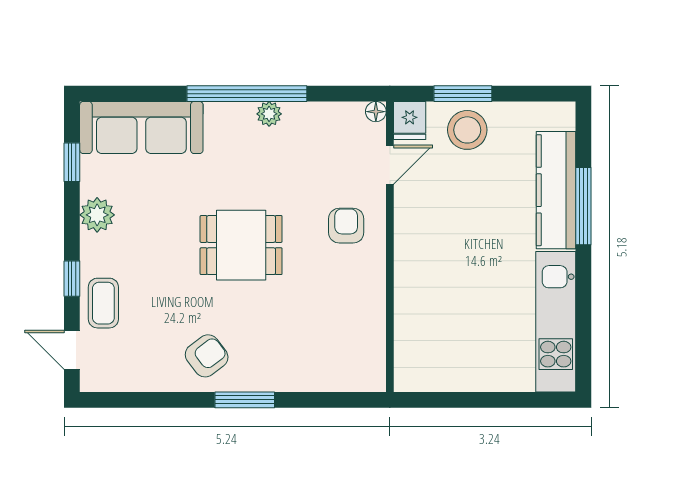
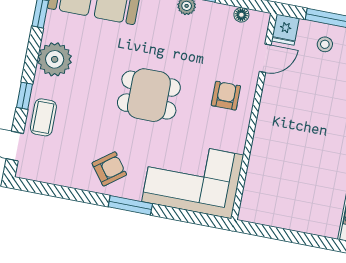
floor lamp: (376, 112) -> (241, 15), moved
stool: (467, 130) -> (325, 44), width x0.53, depth x0.53
plant: (97, 215) -> (55, 59), width x1.36, depth x1.36
corner sofa: (322, 347) -> (193, 178), added

